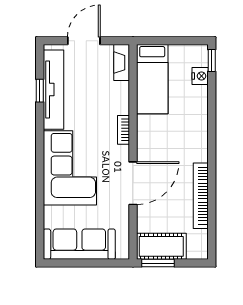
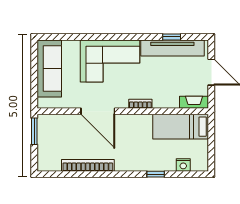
window: (212, 60) -> (156, 174), moved
cot: (161, 246) -> (48, 134), removed

